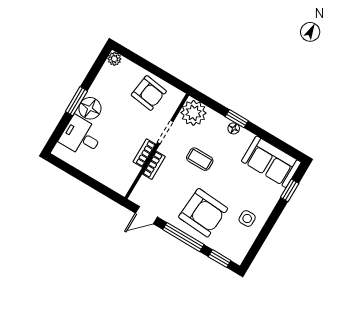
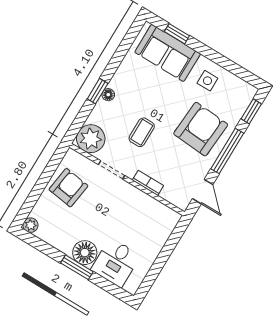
bookcase: (144, 153) -> (134, 193), removed
sofa: (271, 162) -> (168, 53), moved, turned 90

